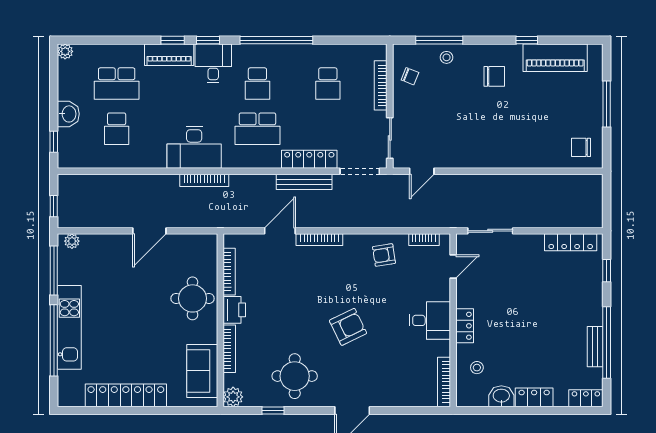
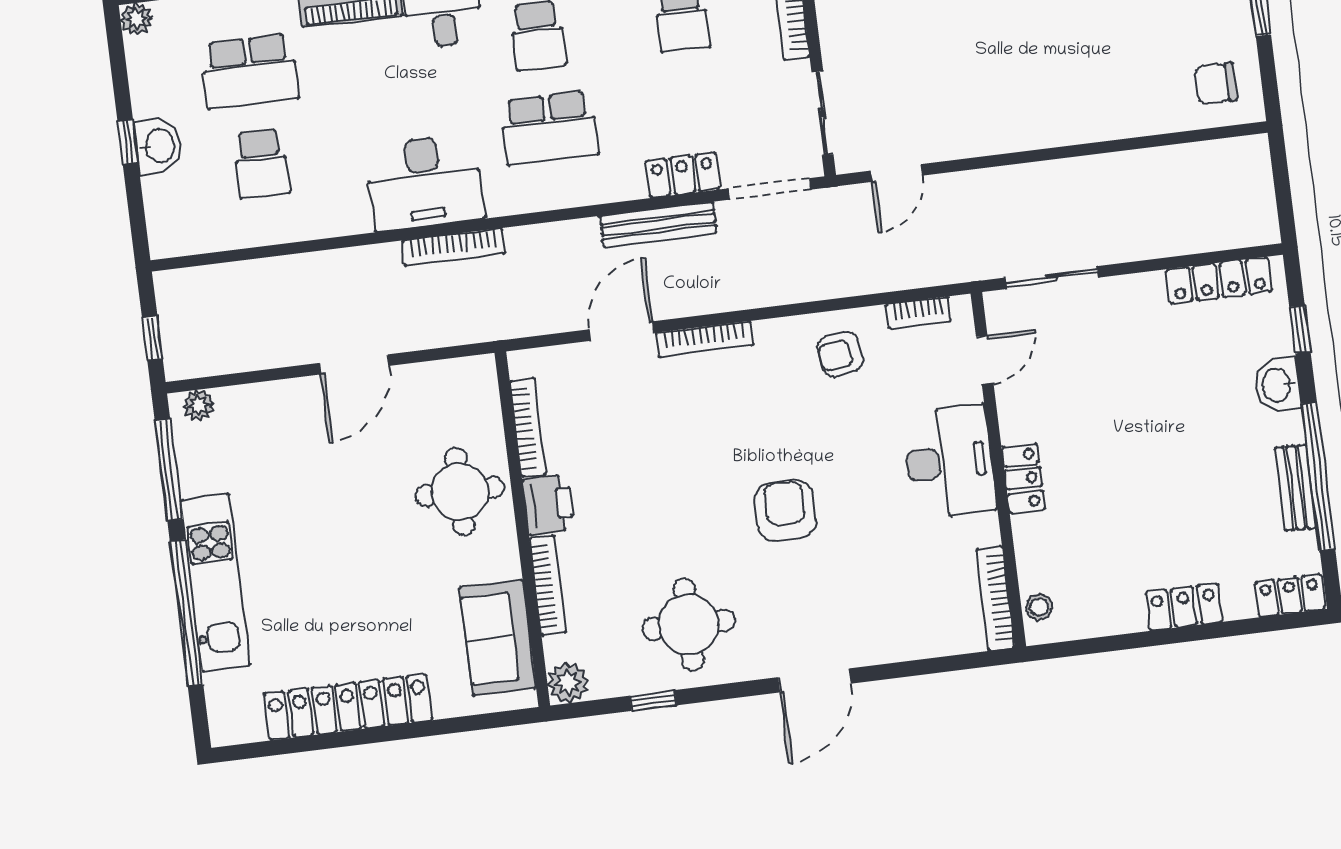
window: (54, 142) -> (128, 142), moved
locker: (309, 159) -> (683, 175), width x0.66
desk: (430, 320) -> (949, 462), width x1.37
armchair: (348, 327) -> (785, 510), turned -64
stool: (477, 368) -> (1039, 607), moved
washbasin: (501, 396) -> (1277, 385), moved, turned -90

